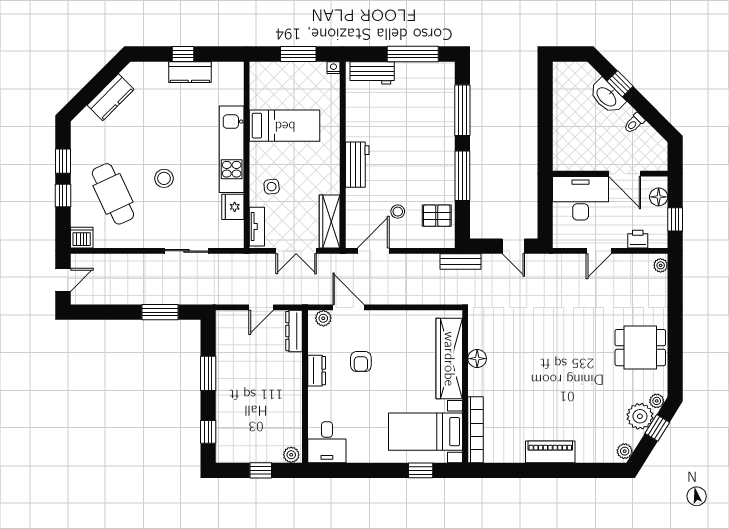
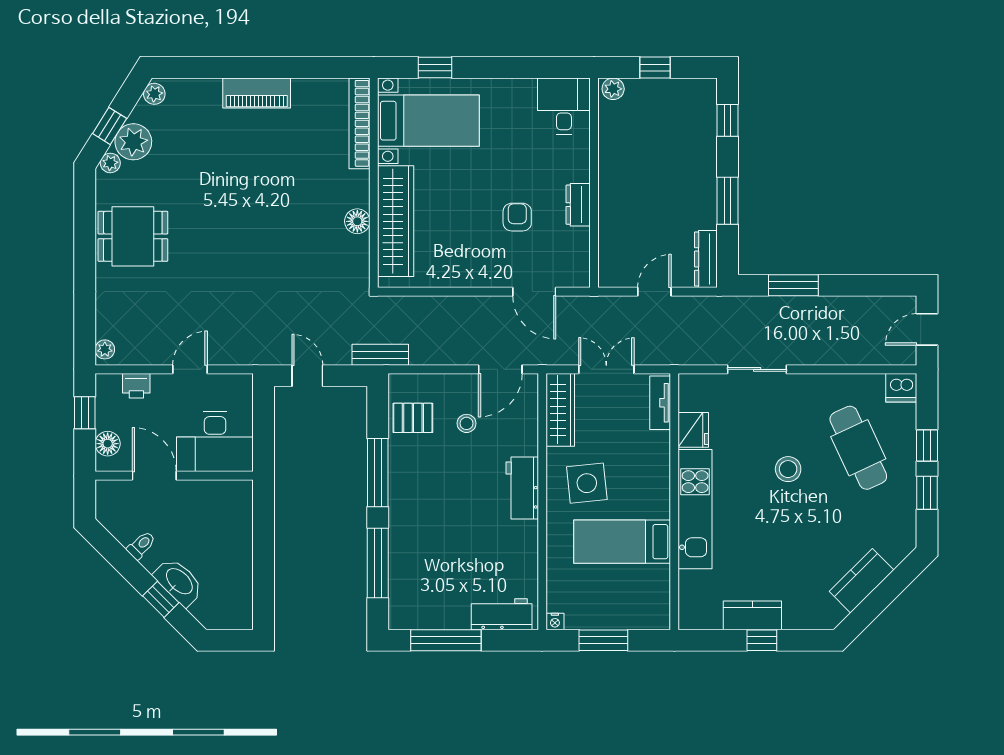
side table: (272, 187) -> (587, 483), moved, width x1.87, depth x1.87
plant: (323, 318) -> (569, 277), removed
dresser: (294, 331) -> (706, 259), moved, turned 180

